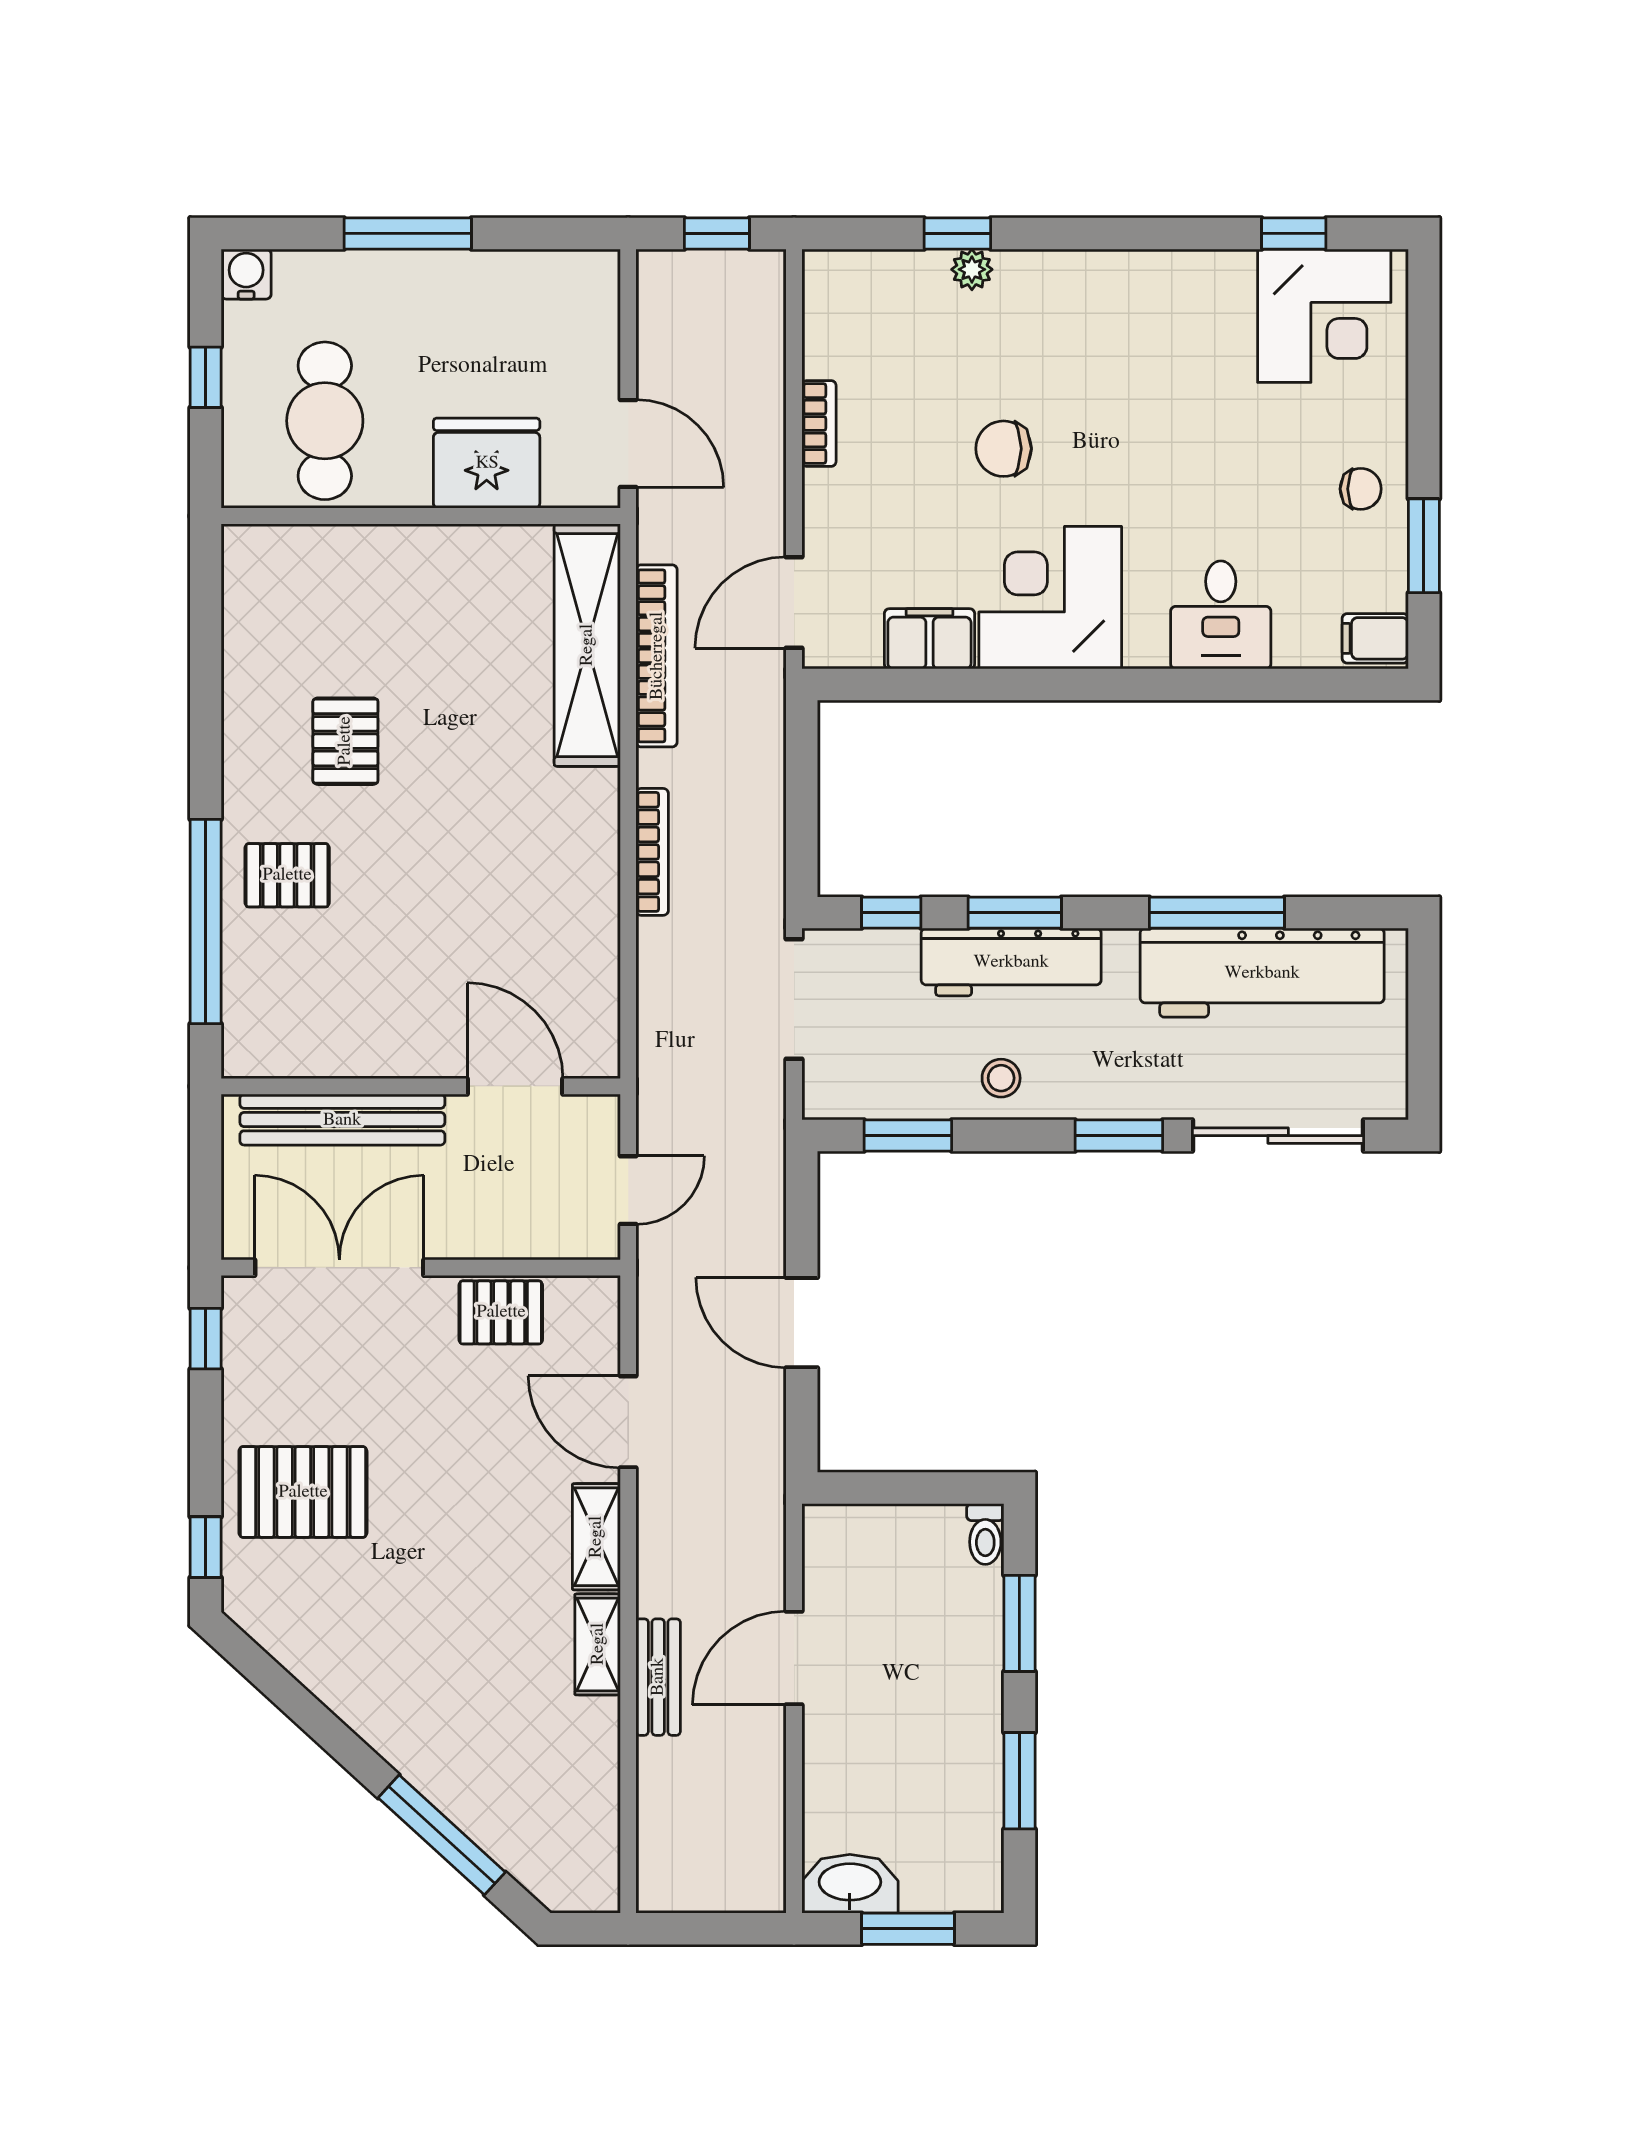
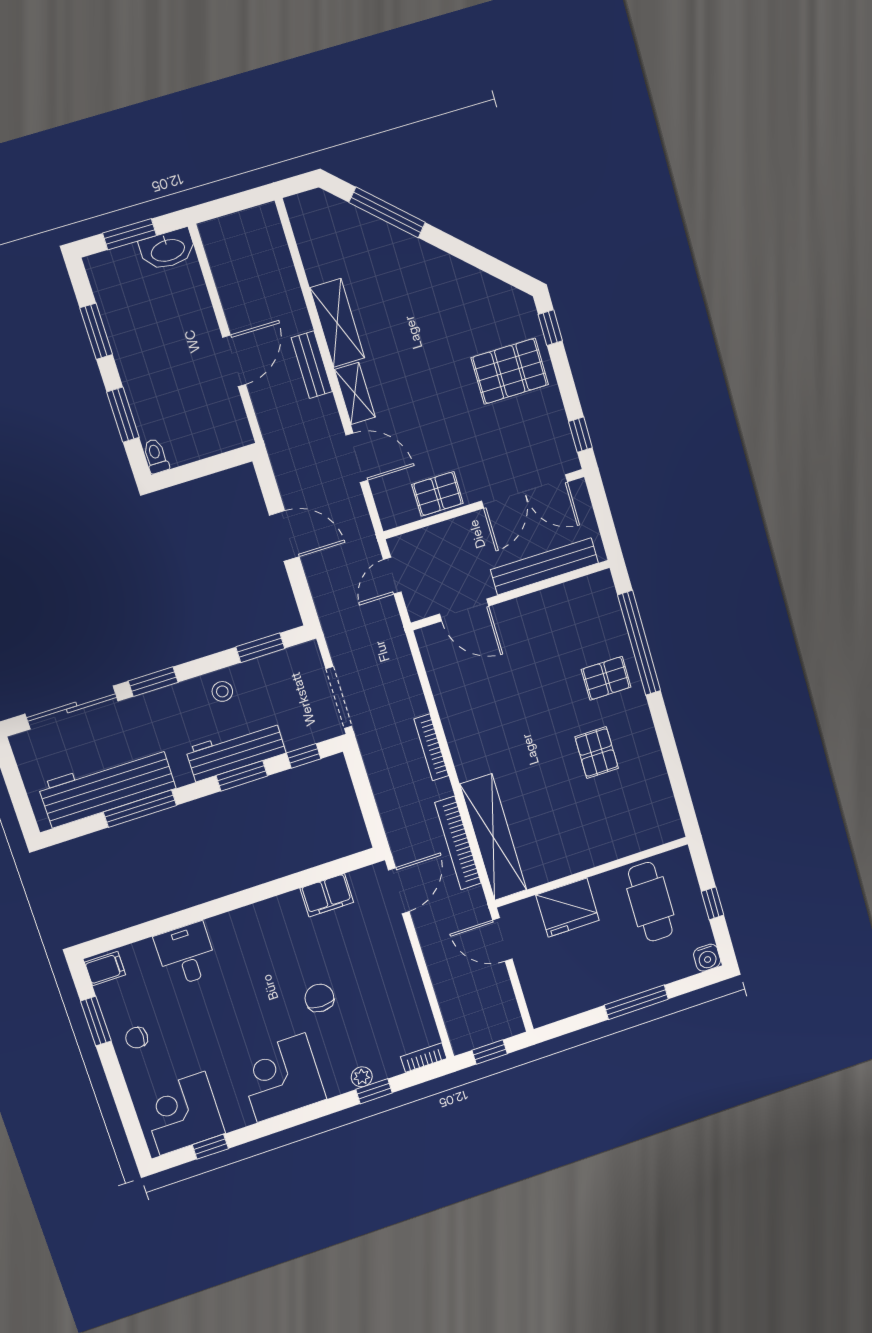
bookcase: (819, 424) -> (424, 1058), moved, turned 90
chair: (1004, 449) -> (319, 998), turned -90
corner desk: (1050, 598) -> (281, 1078), moved, turned 180
shelving: (598, 1644) -> (337, 323), width x1.50, depth x1.33
bench: (658, 1677) -> (312, 365), moved

